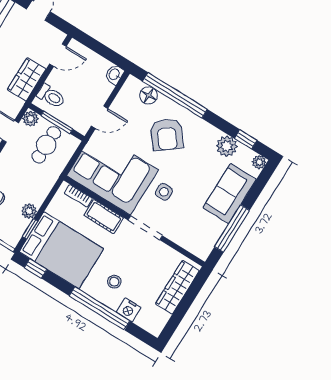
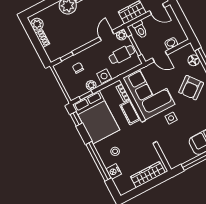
washbasin: (114, 75) -> (171, 43), moved
side table: (39, 188) -> (104, 76), added

